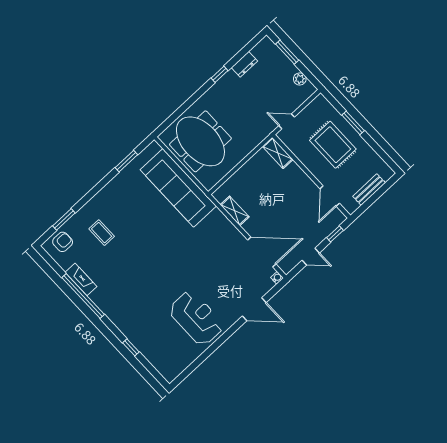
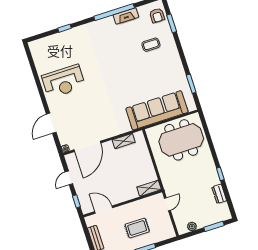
rug: (333, 145) -> (137, 228), width x0.73, depth x0.70

